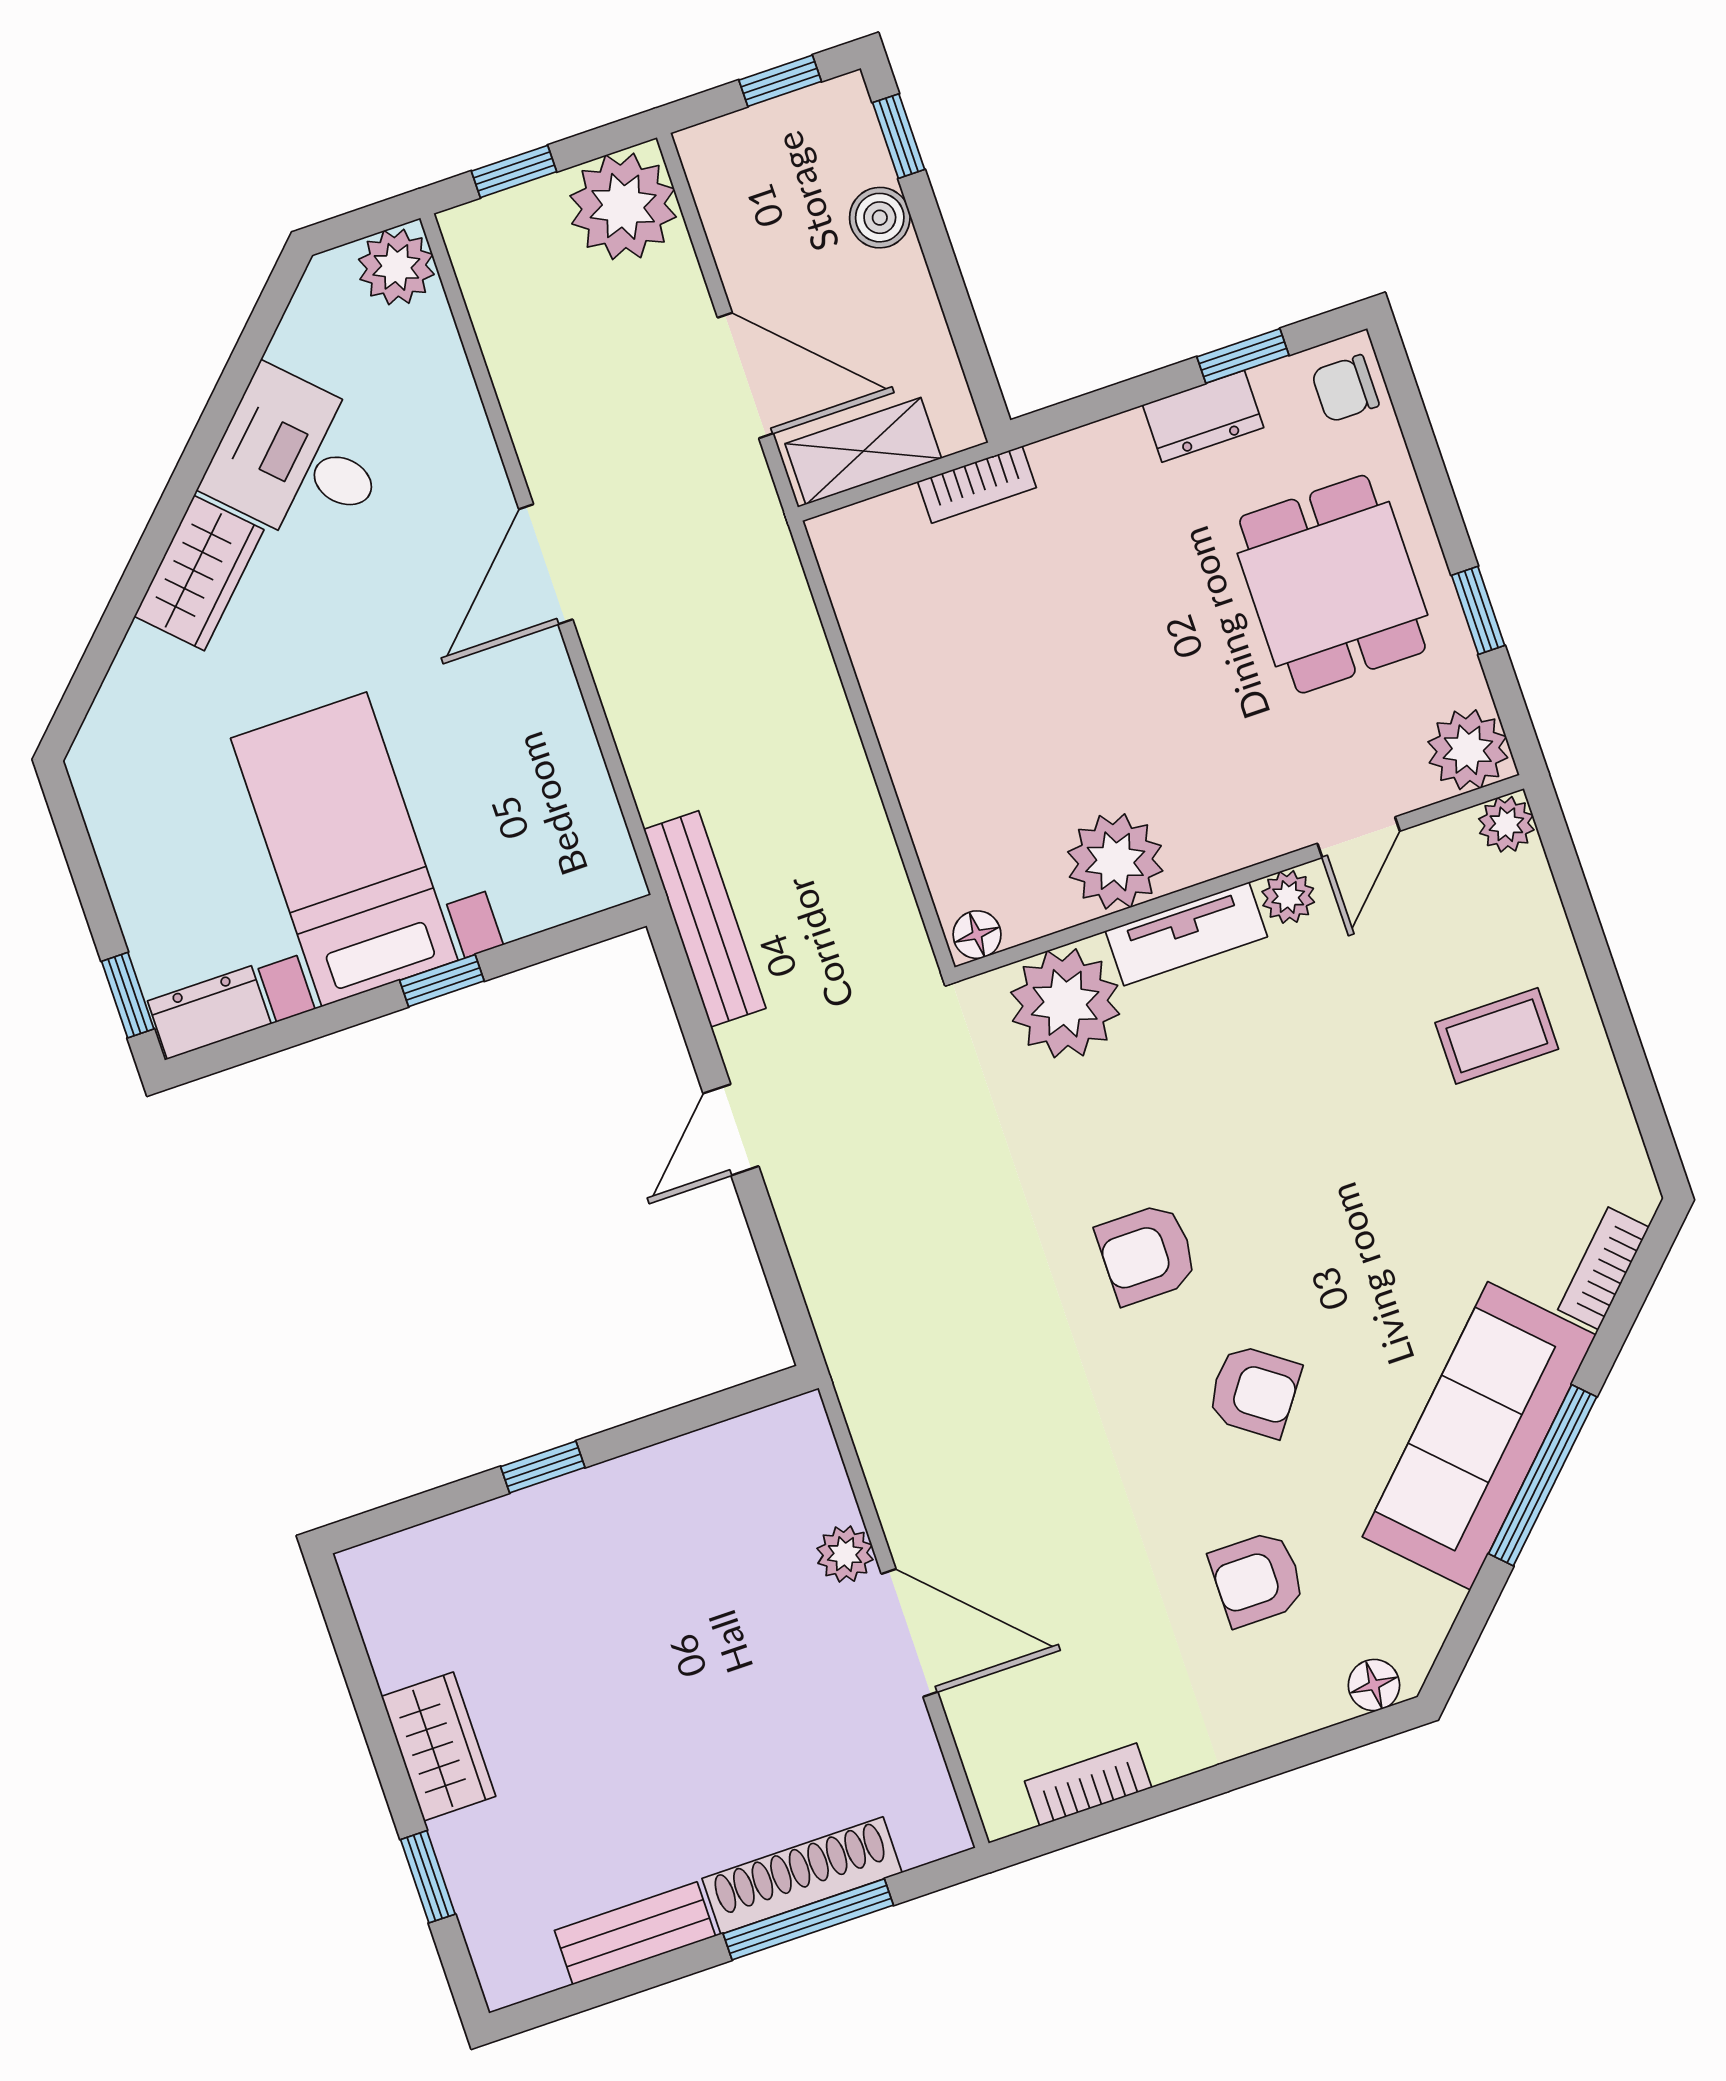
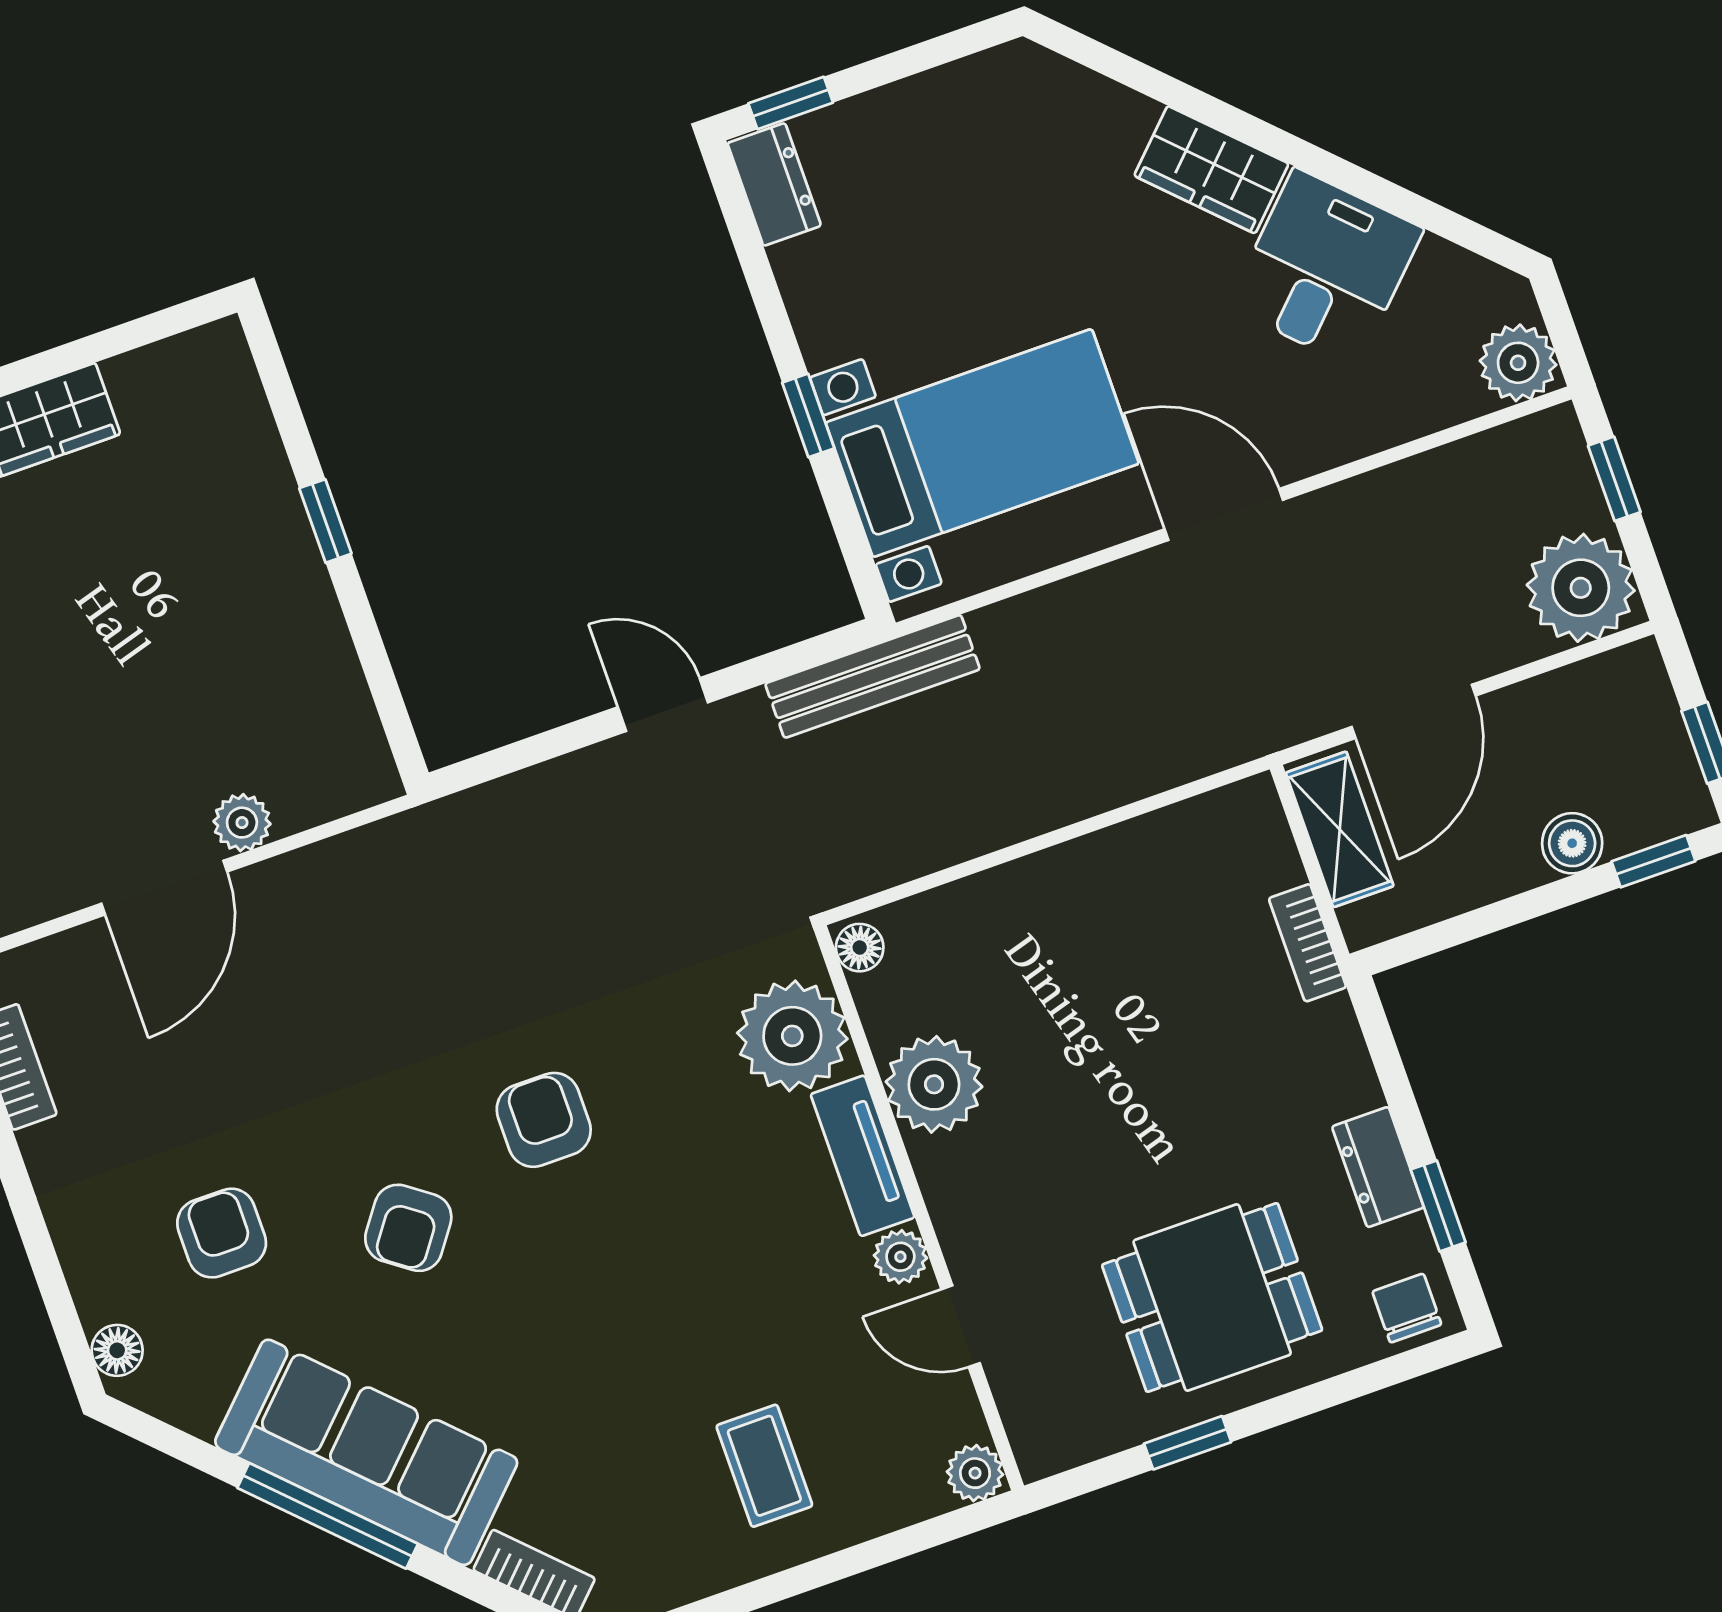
plant: (1468, 750) -> (1049, 1434), removed
bed with nightstands: (344, 849) -> (982, 443), moved

